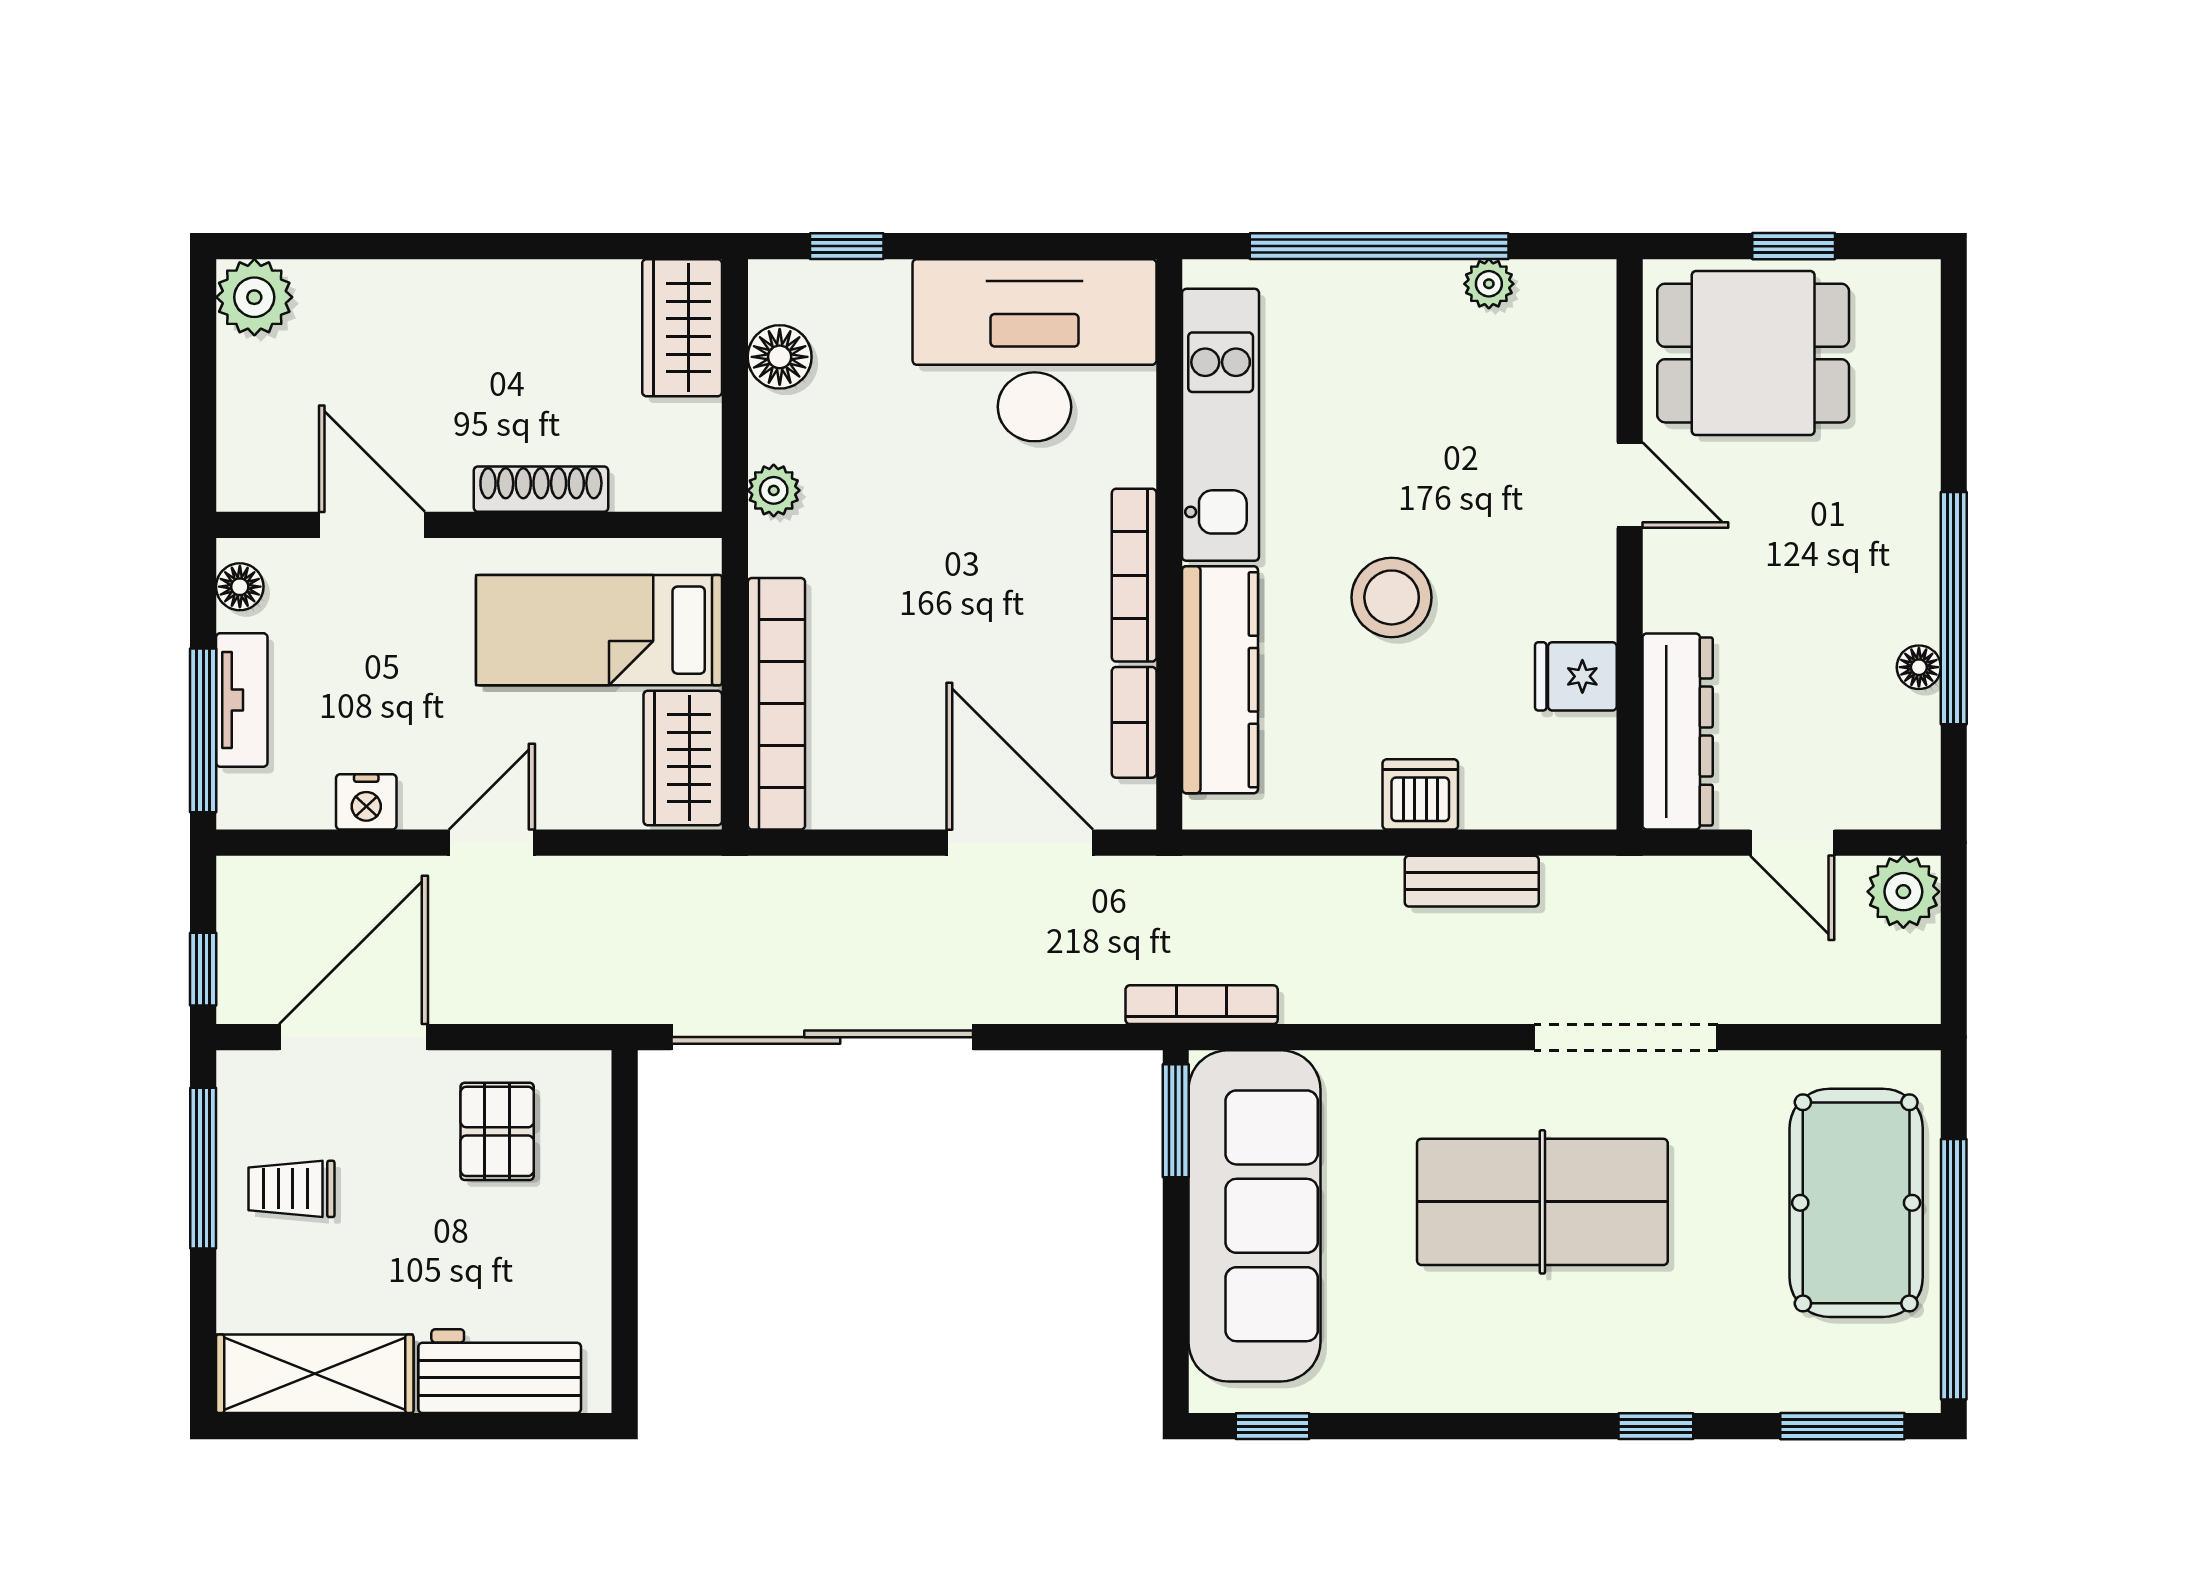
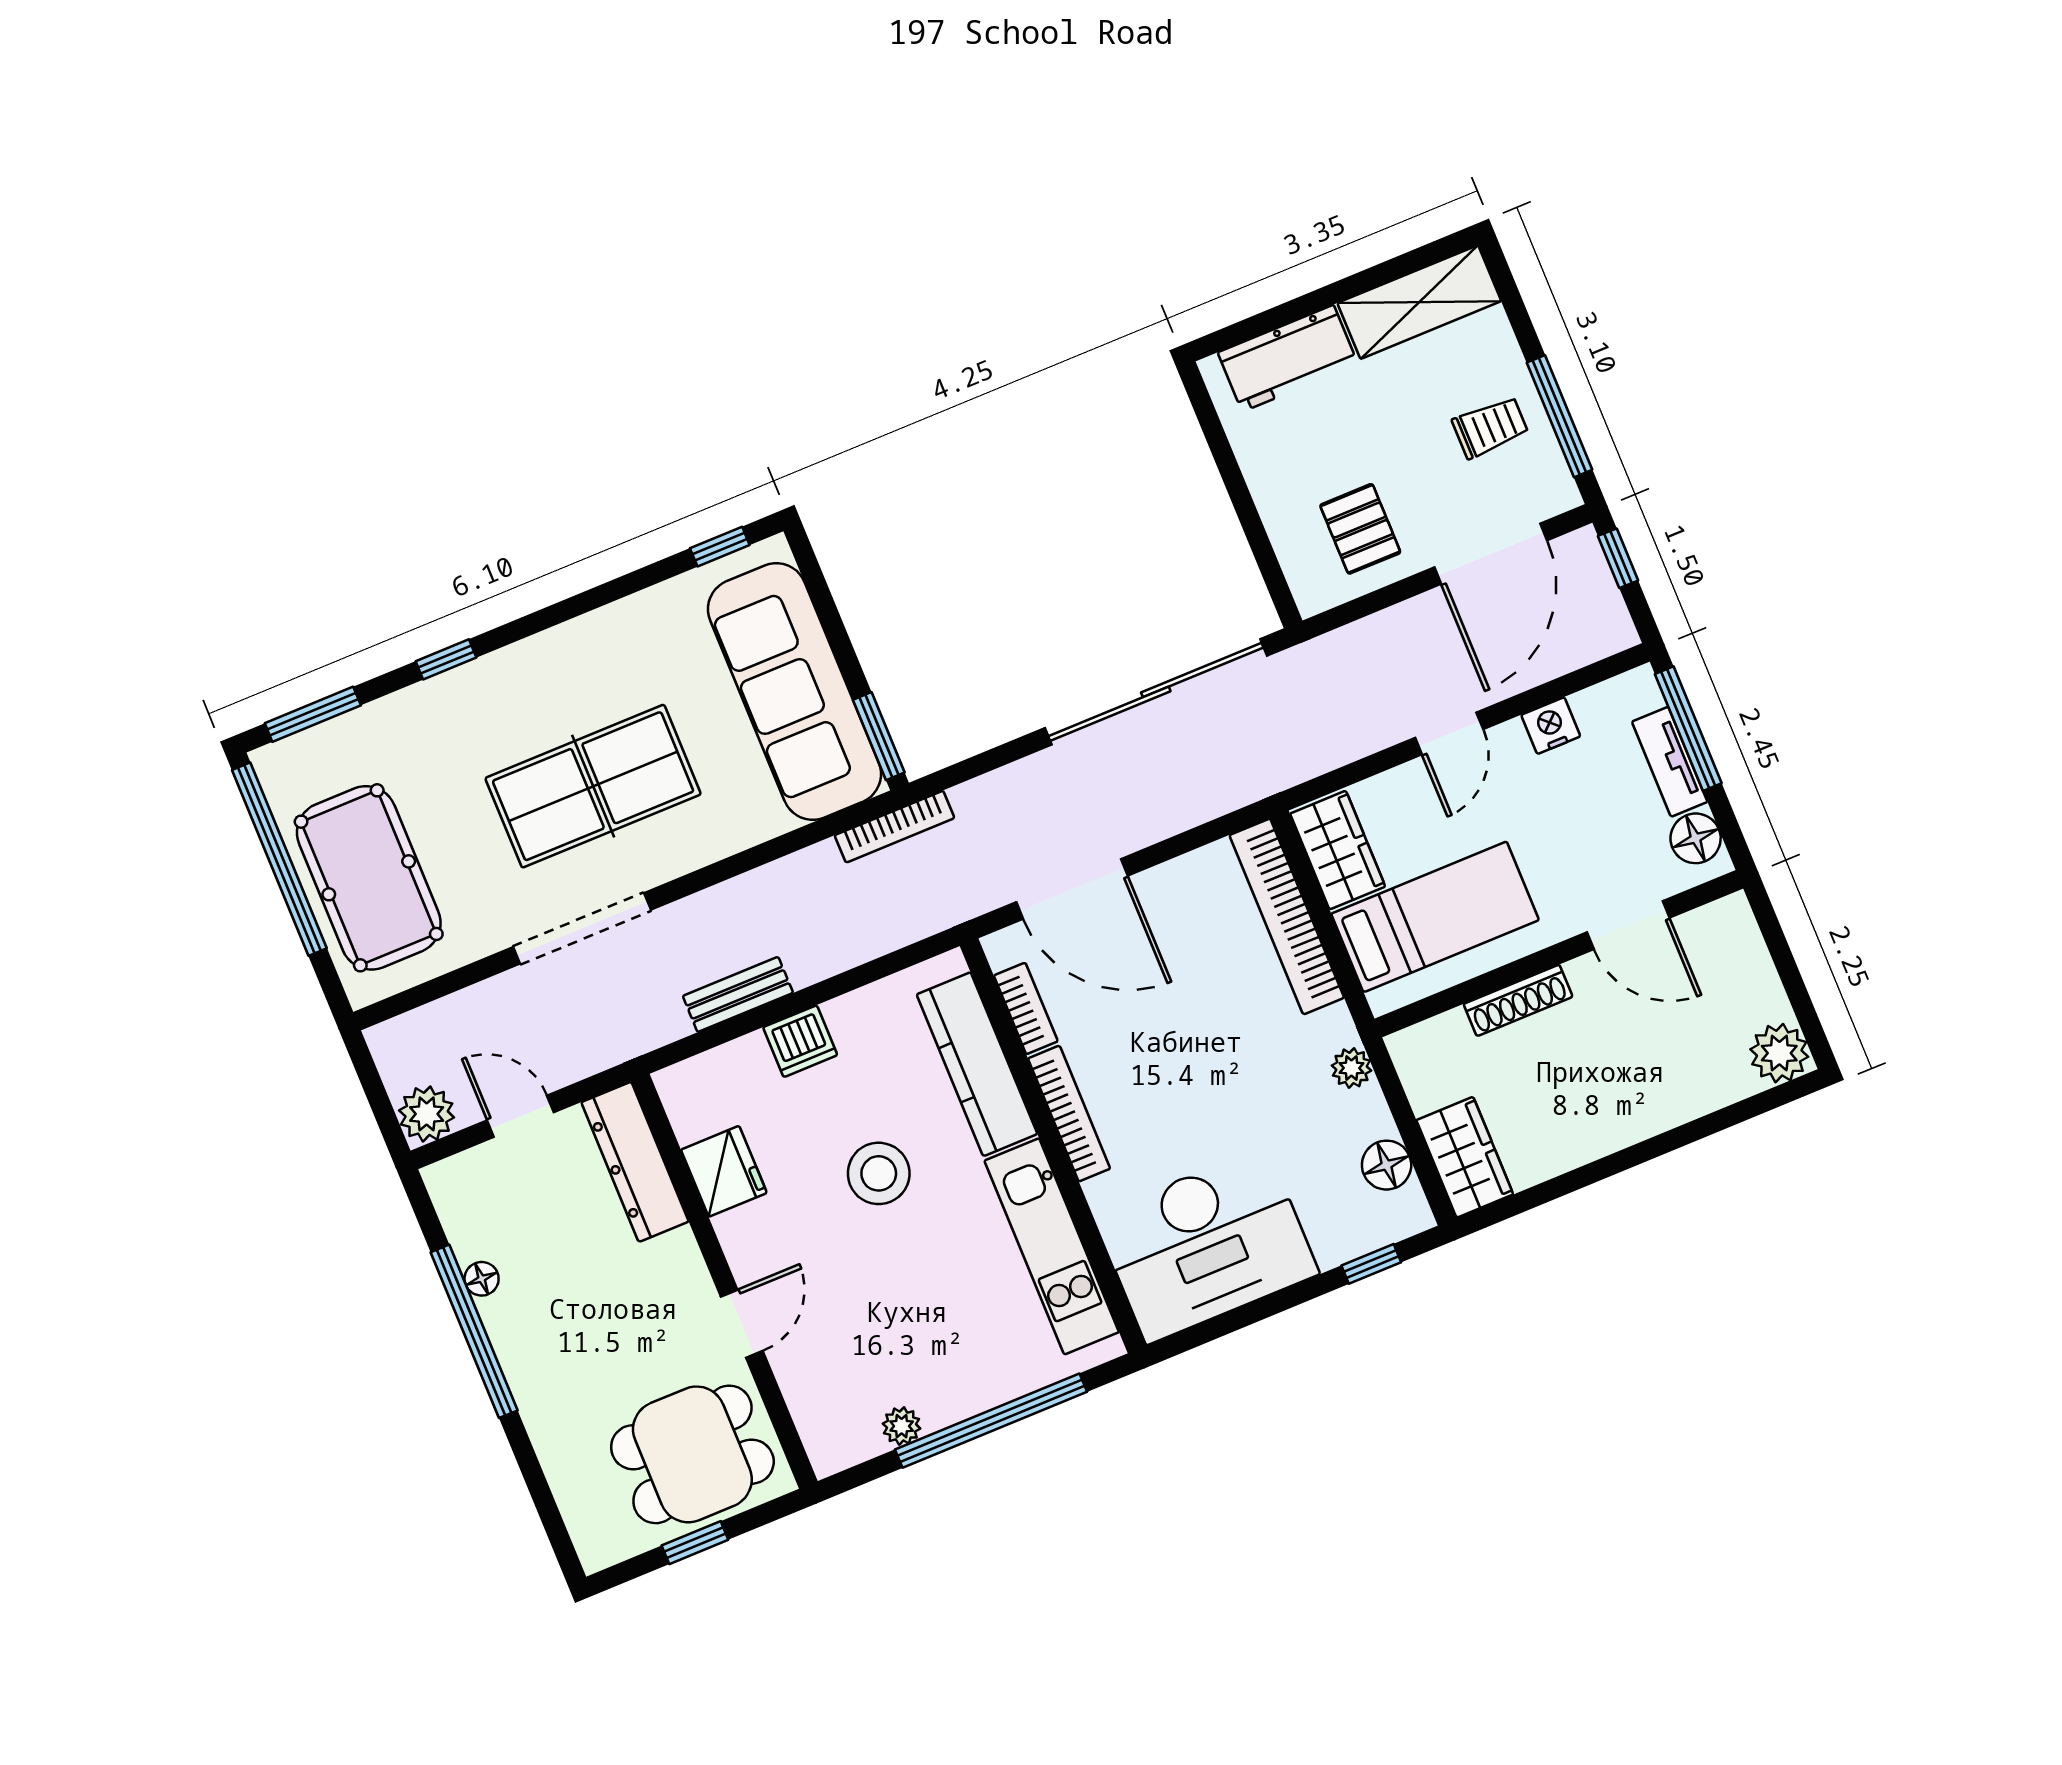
door: (1630, 485) -> (742, 1324), swing flipped
floor lamp: (240, 587) -> (1696, 838), width x1.37, depth x1.37
fridge: (1576, 676) -> (724, 1171), width x1.38

